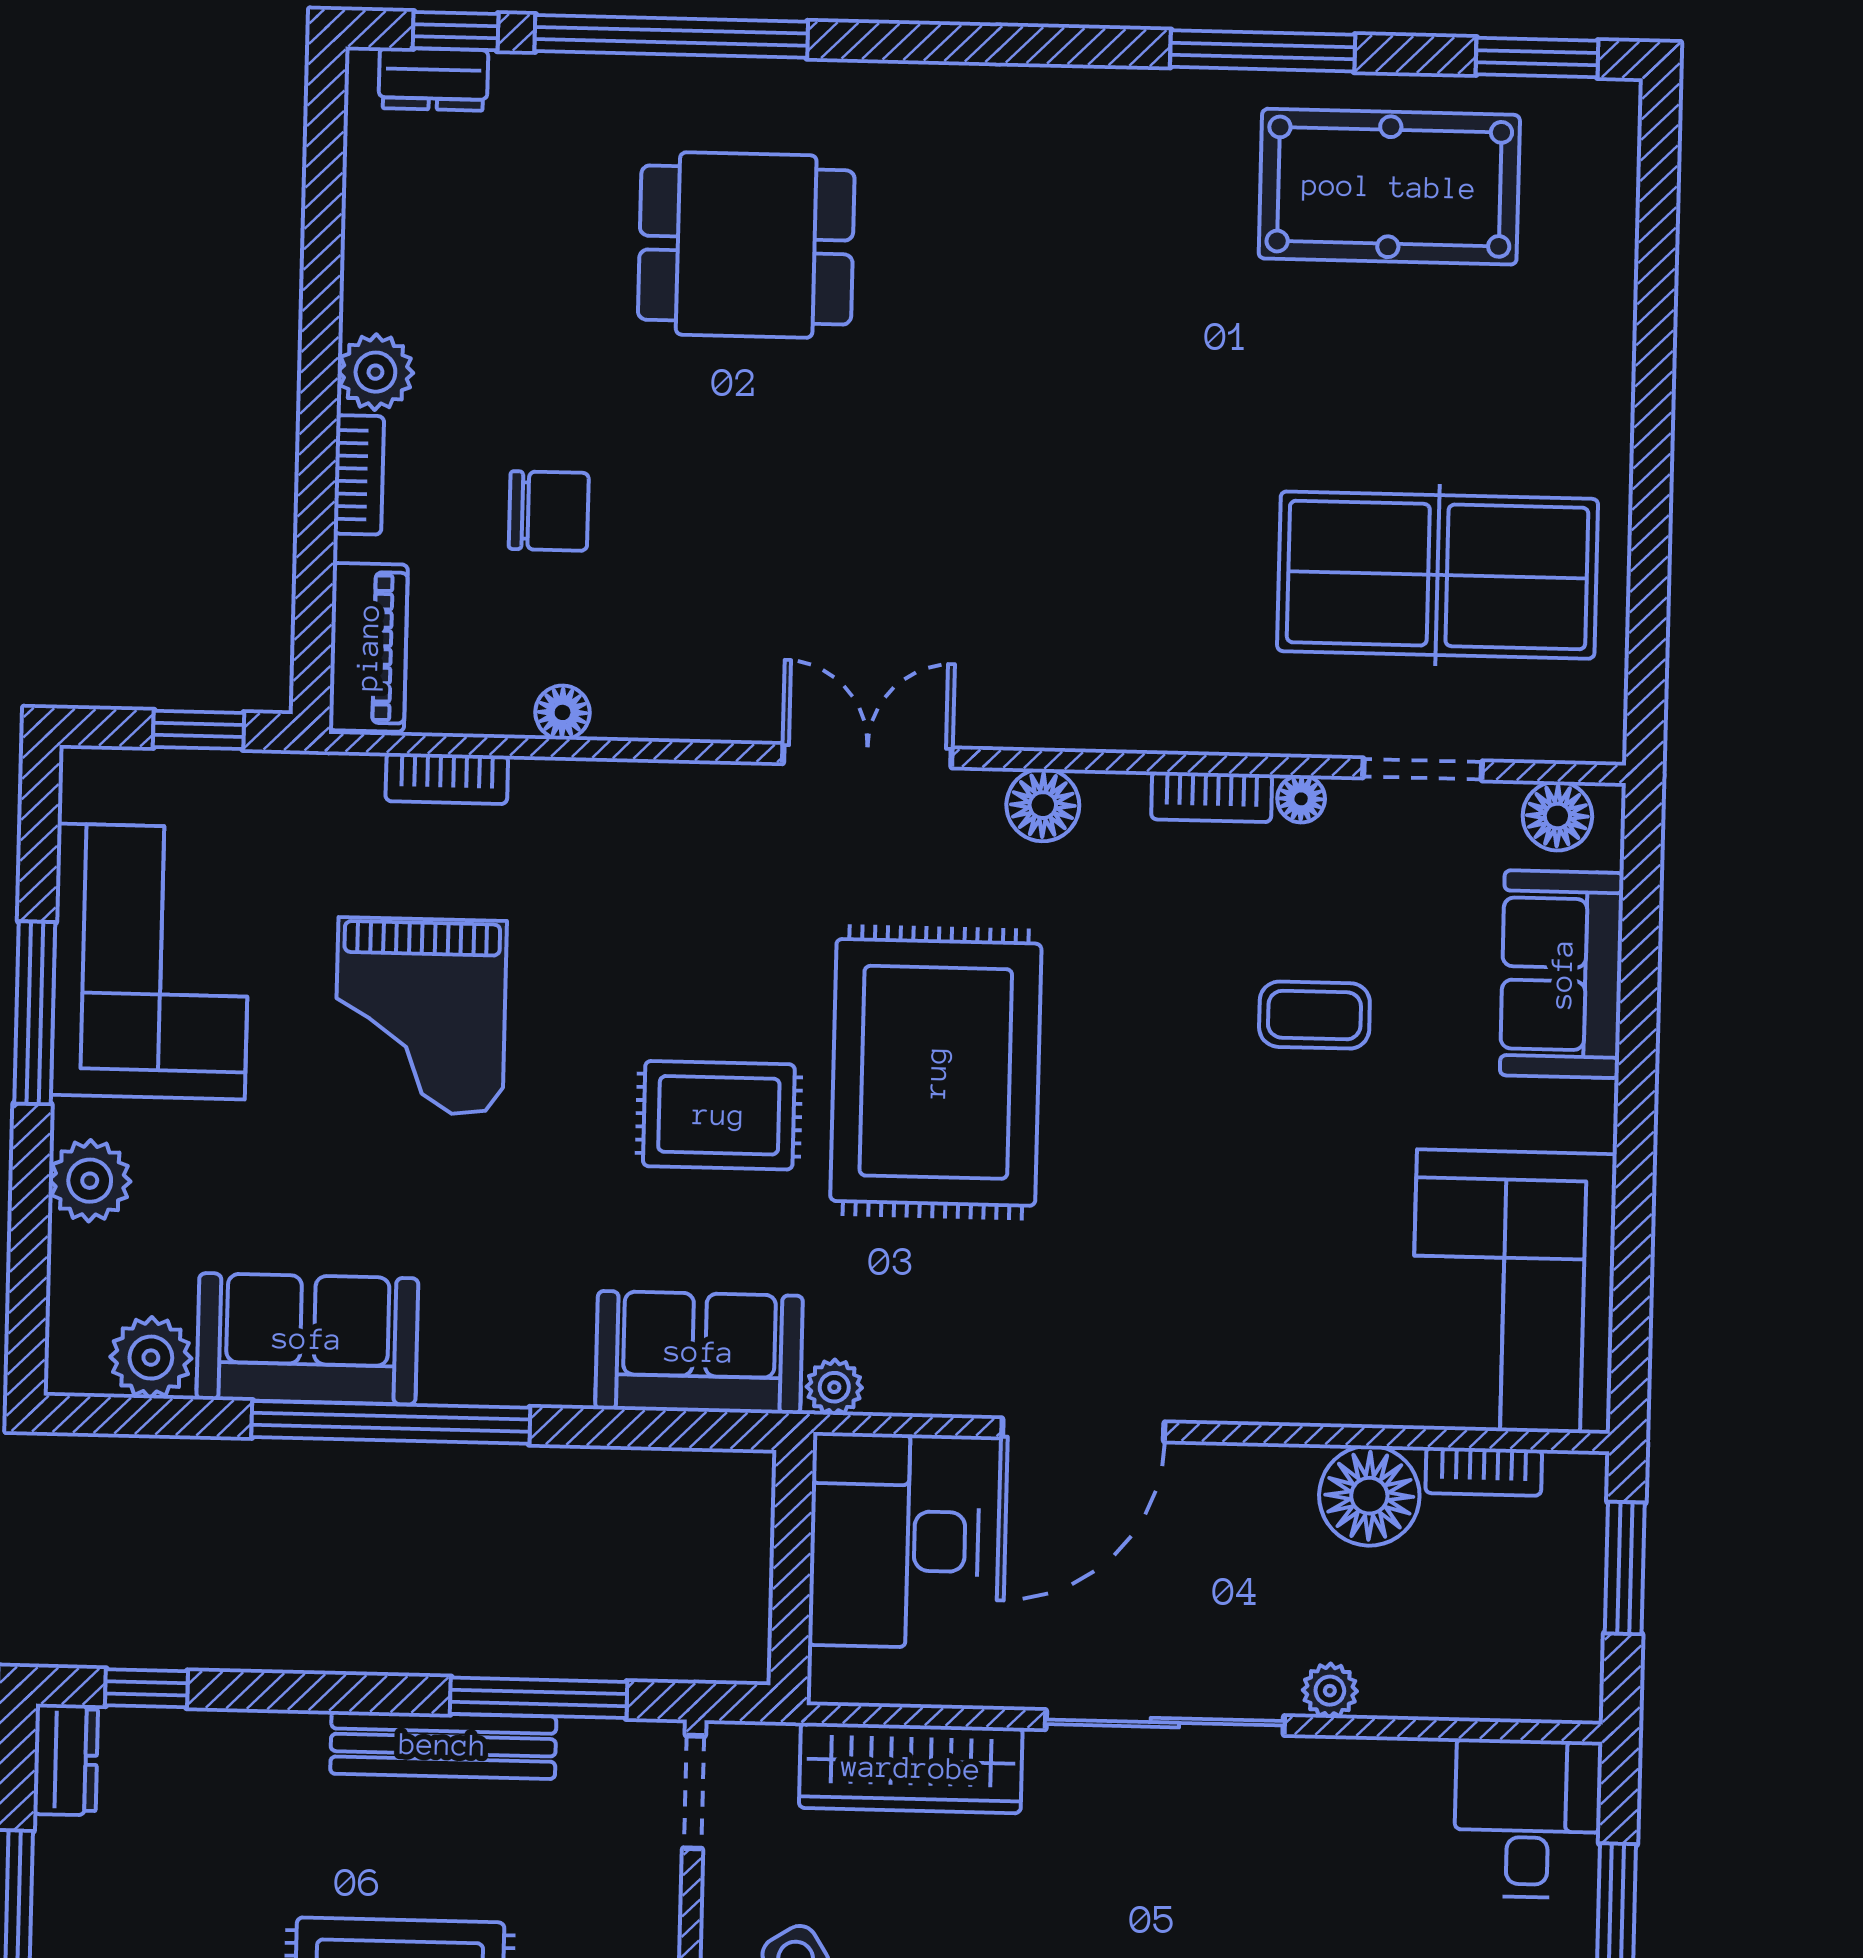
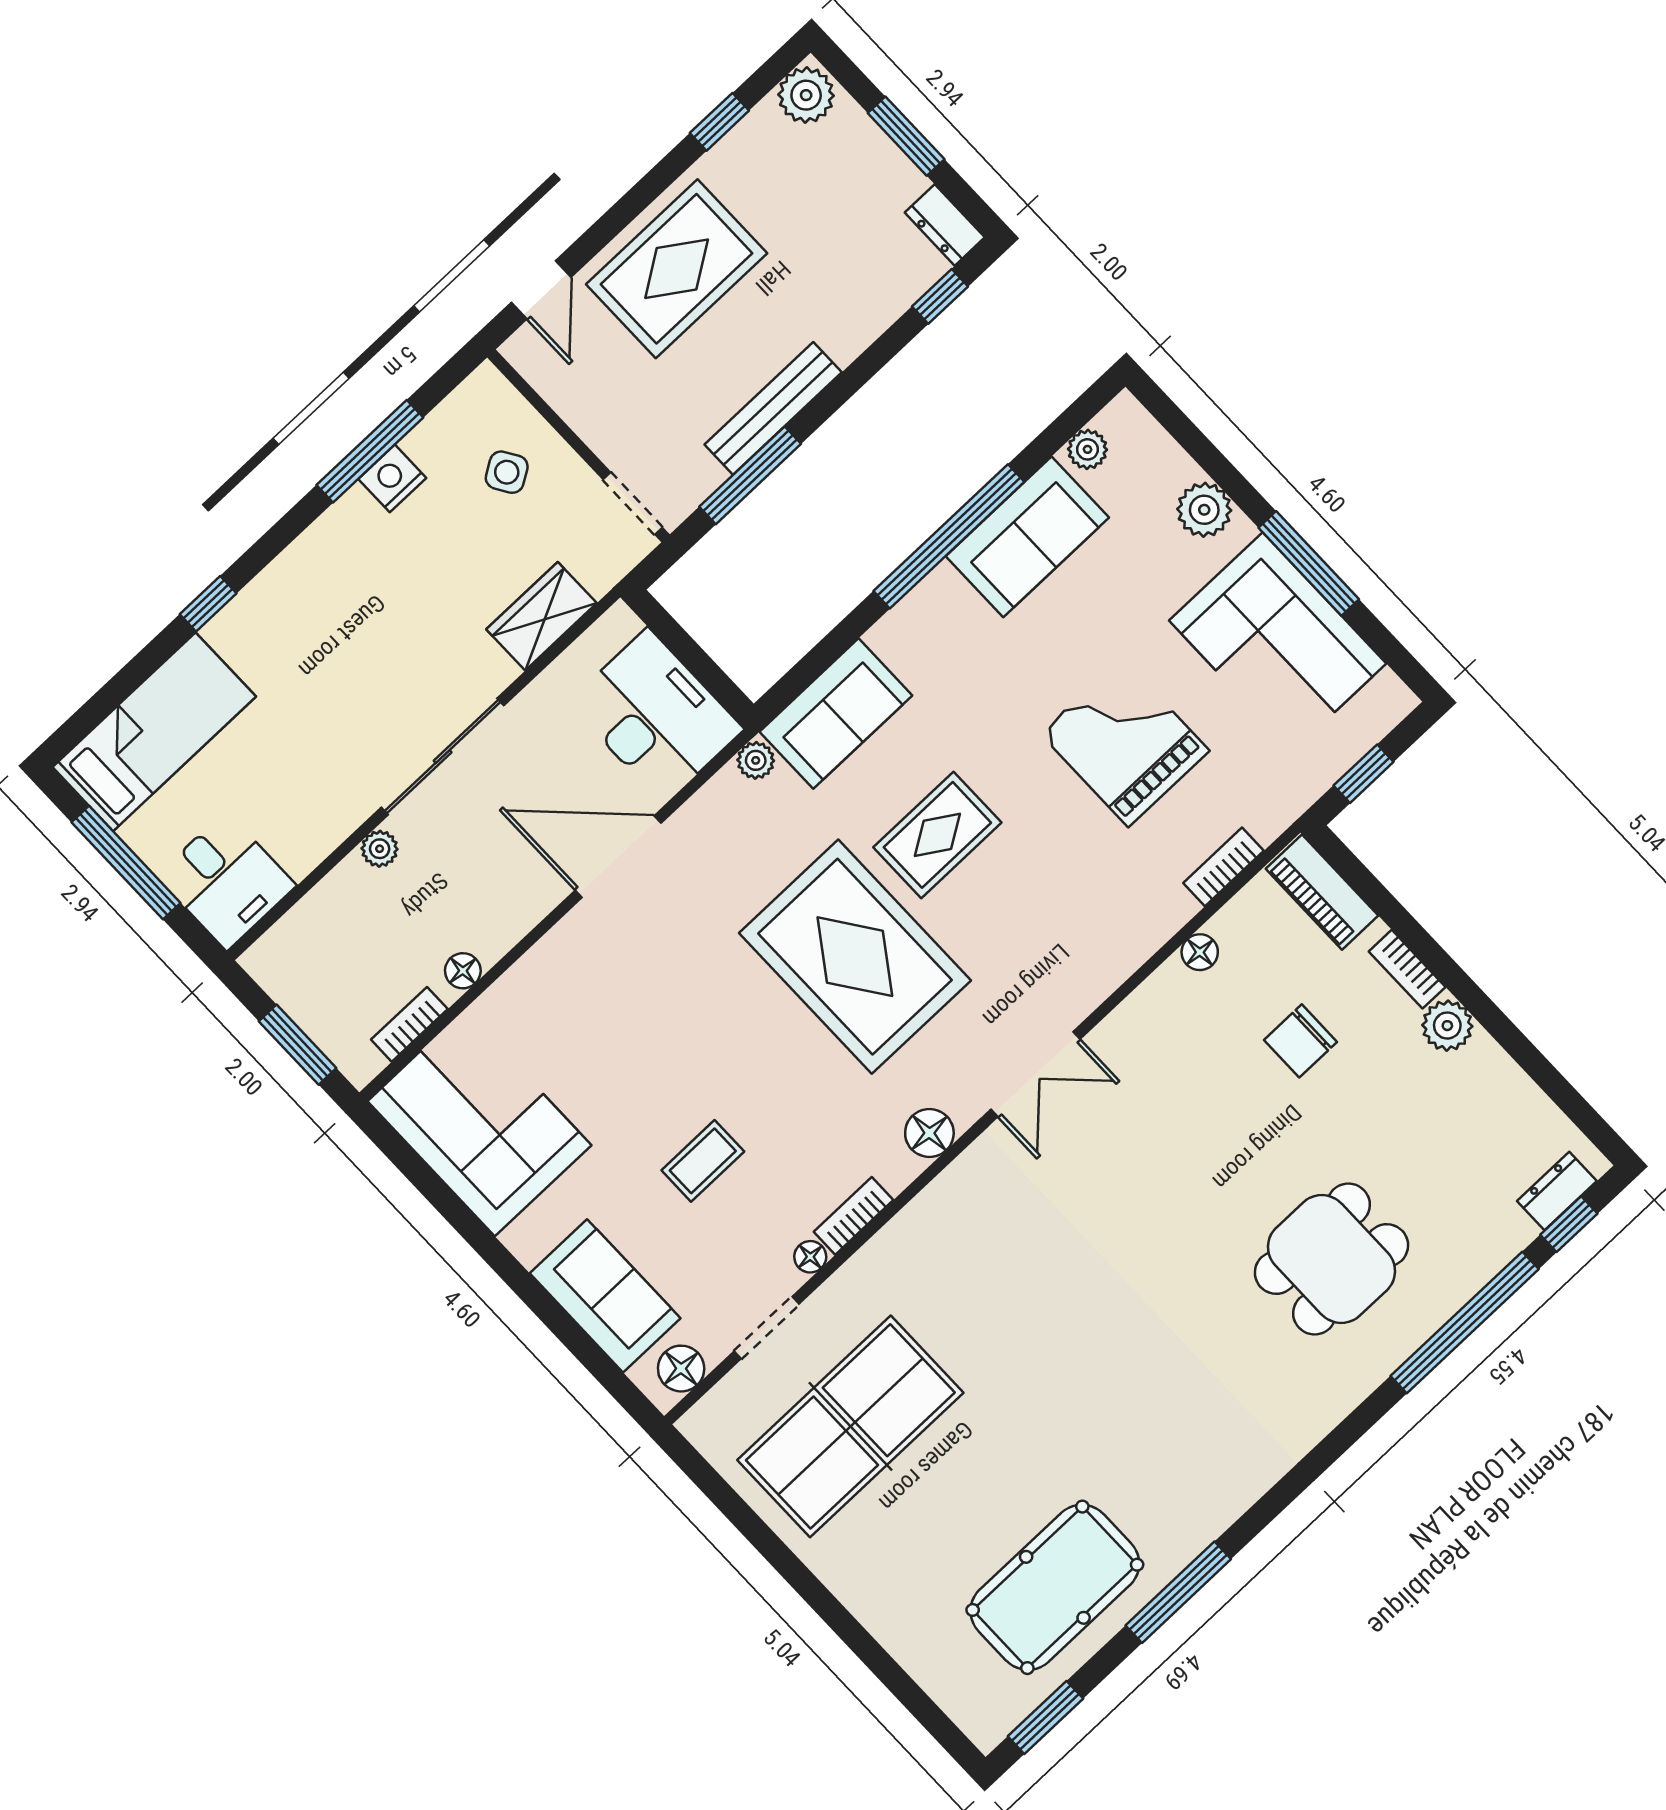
plant: (151, 1358) -> (1087, 449), width x0.73, depth x0.73
door: (1083, 1430) -> (618, 857), hinge flipped
floor lamp: (1369, 1496) -> (463, 971), width x0.53, depth x0.53
wardrobe: (911, 1768) -> (542, 616), width x0.67

